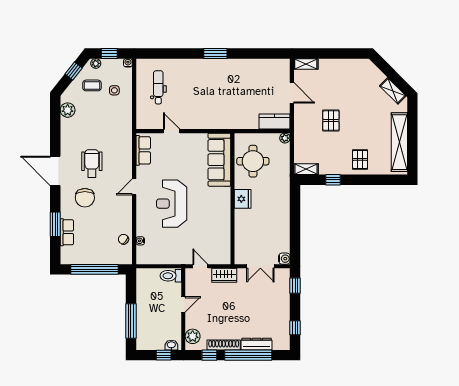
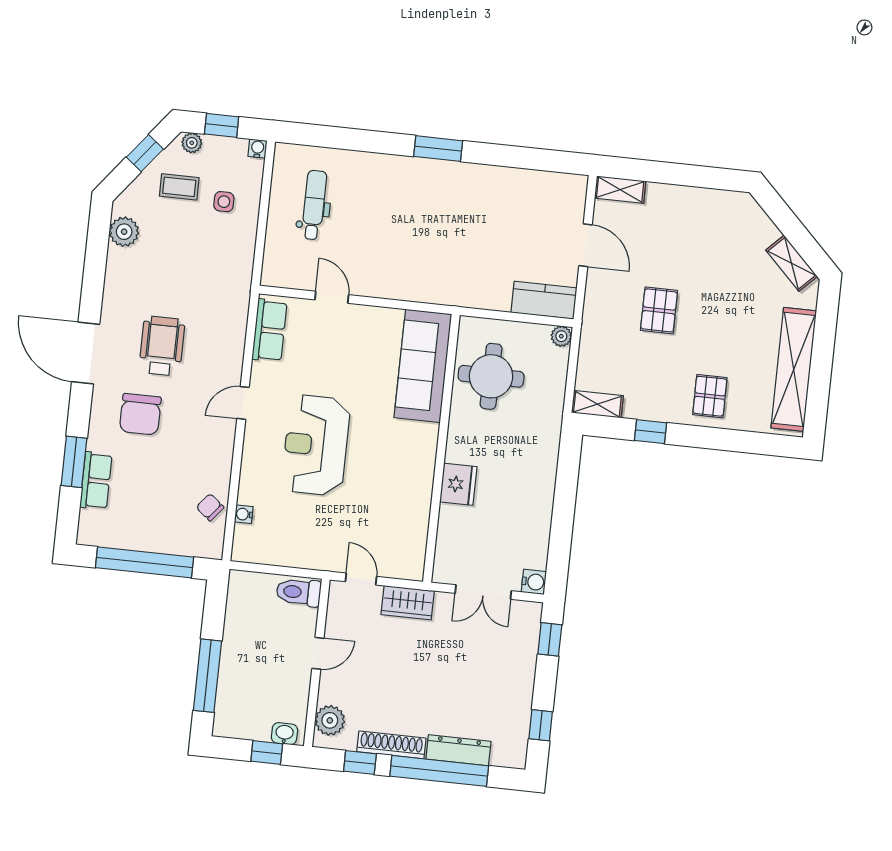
fridge: (243, 199) -> (458, 484), moved

